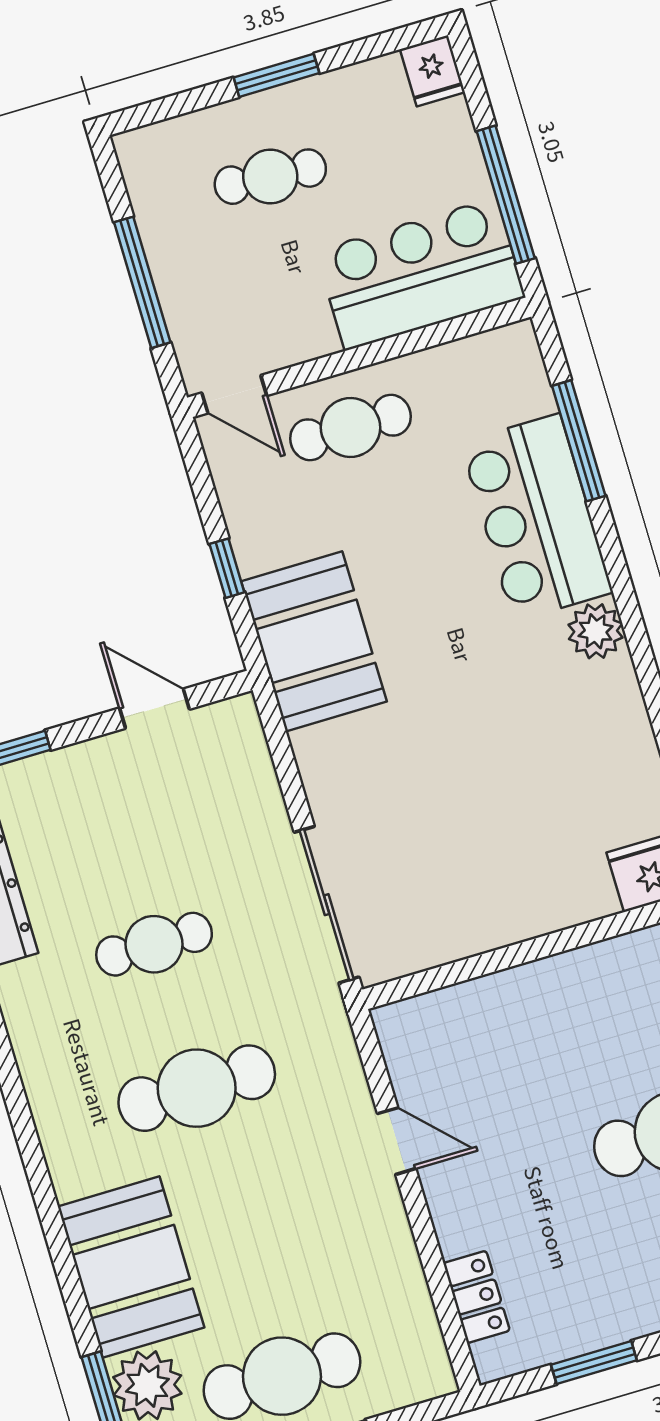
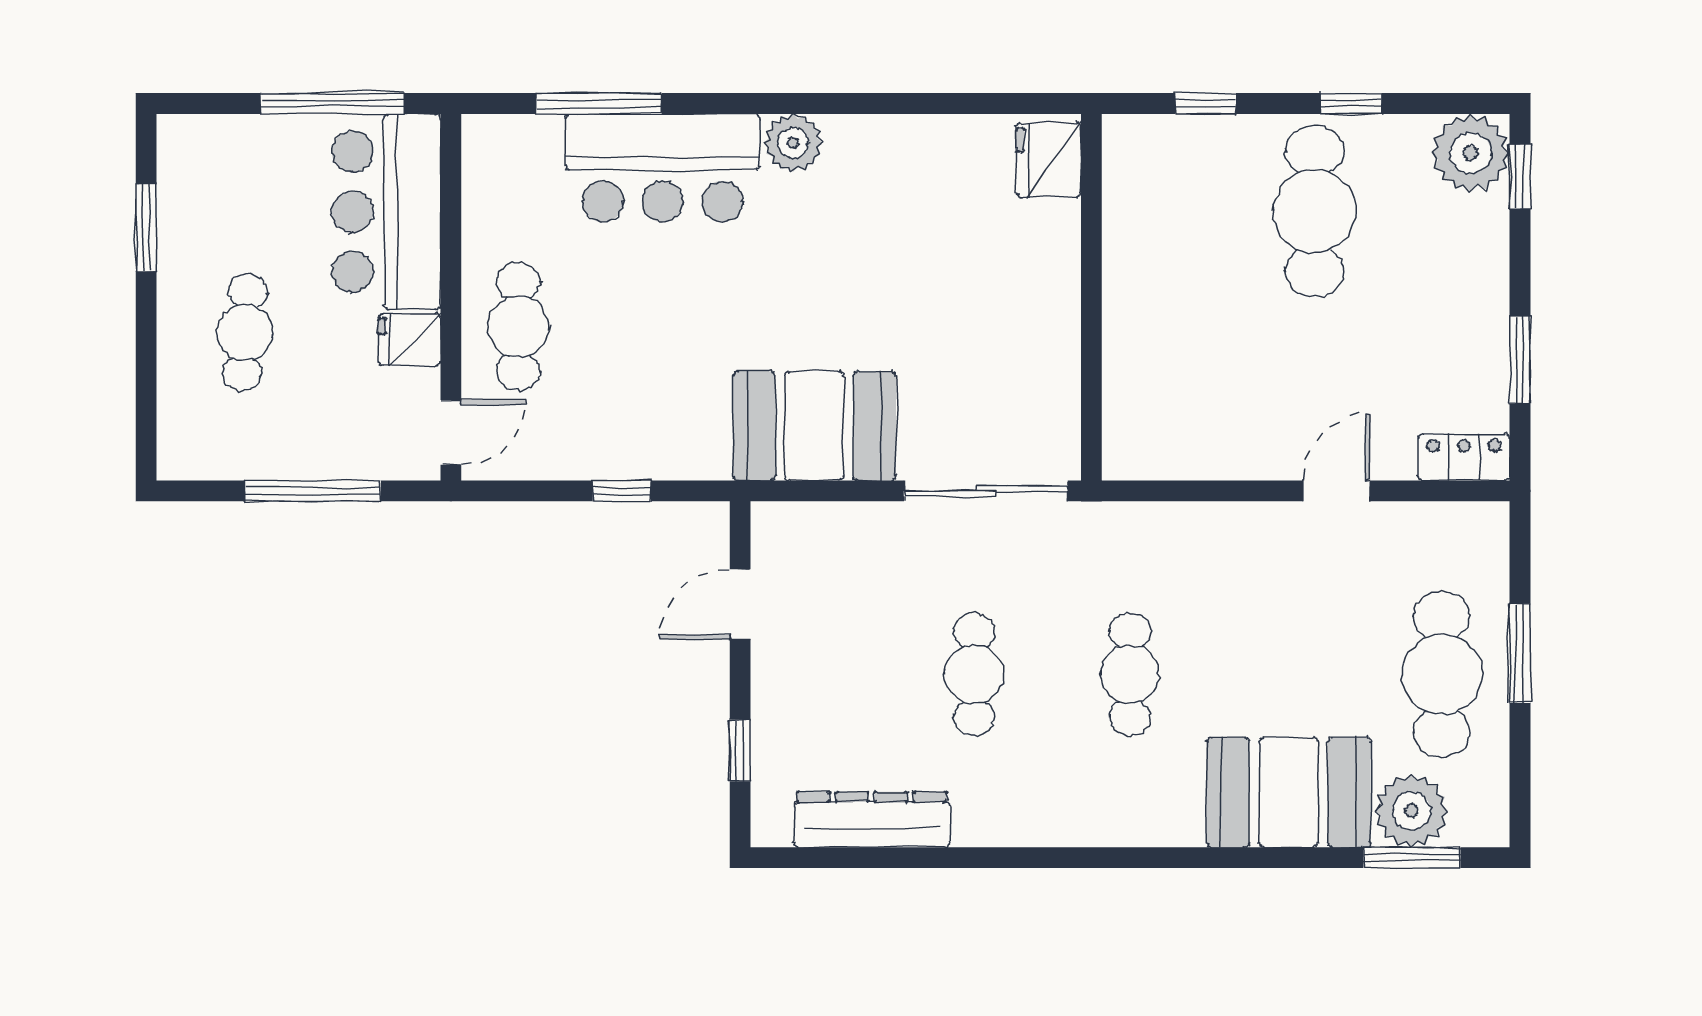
fridge: (432, 71) -> (409, 340), moved, turned 180
window: (276, 75) -> (146, 228), moved
booth: (314, 641) -> (814, 426), moved
cafe table: (197, 1088) -> (1130, 674), width x0.73, depth x0.74
door: (397, 1141) -> (1337, 491), moved
locker: (477, 1297) -> (1464, 457), moved

